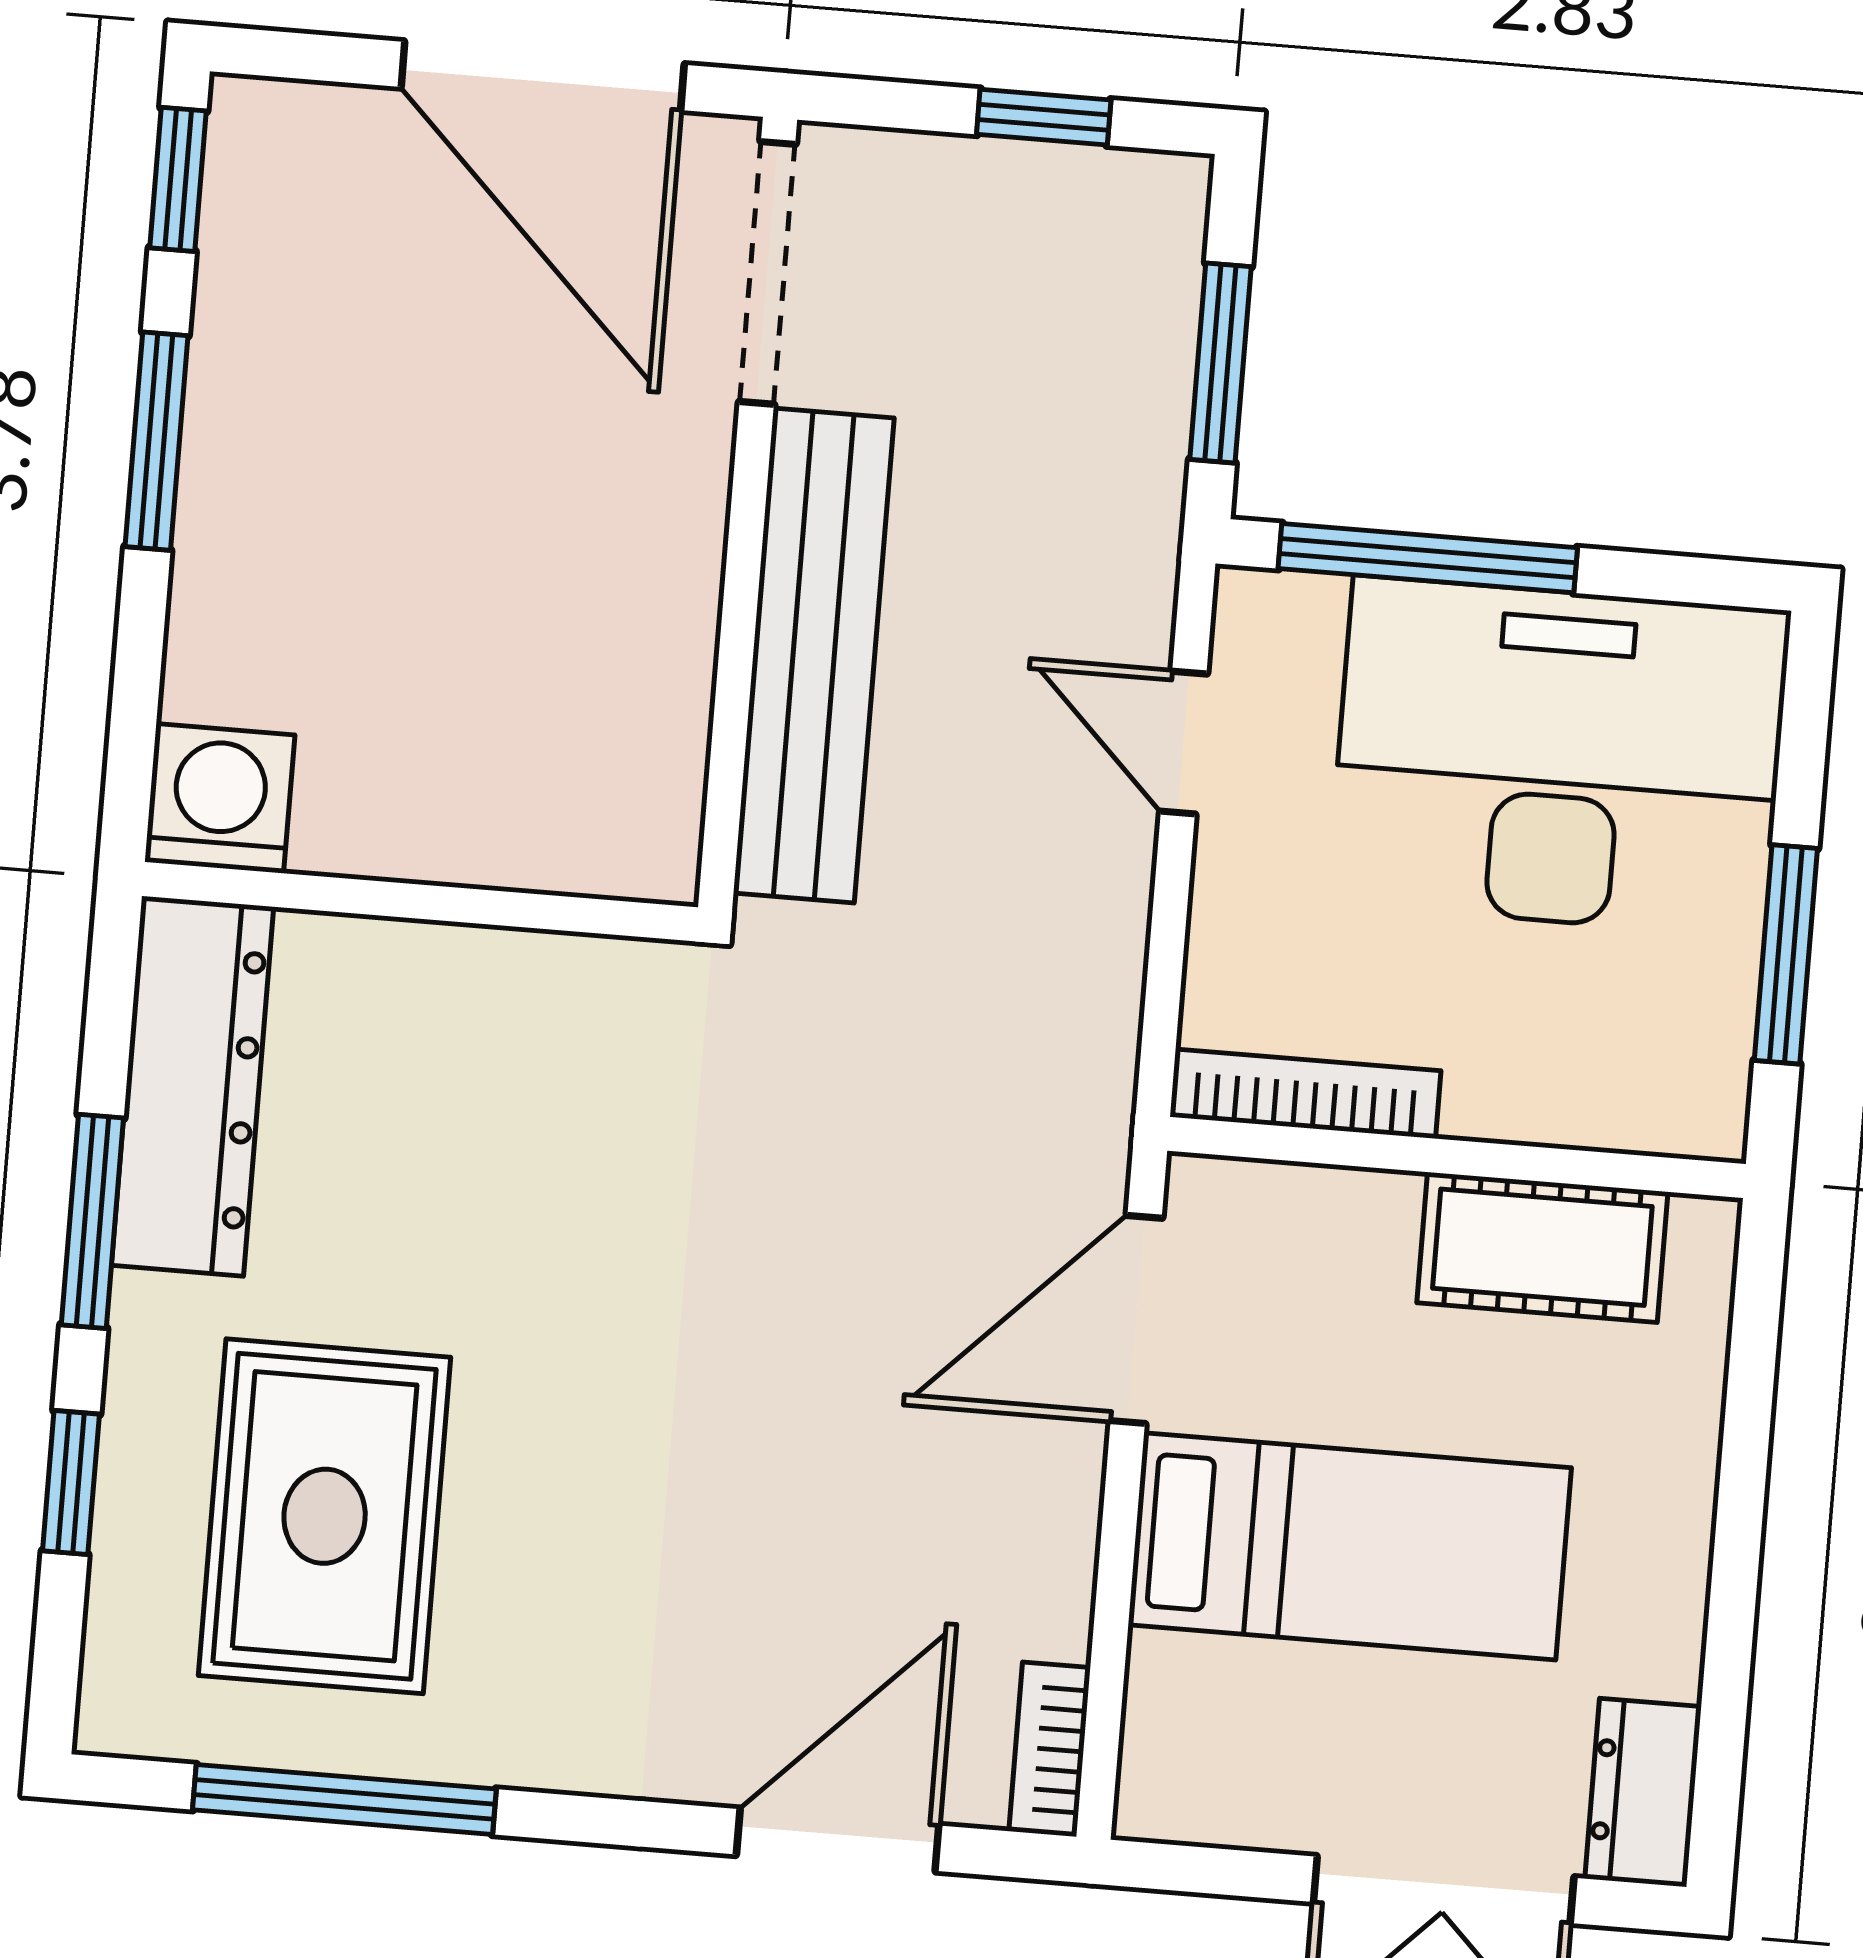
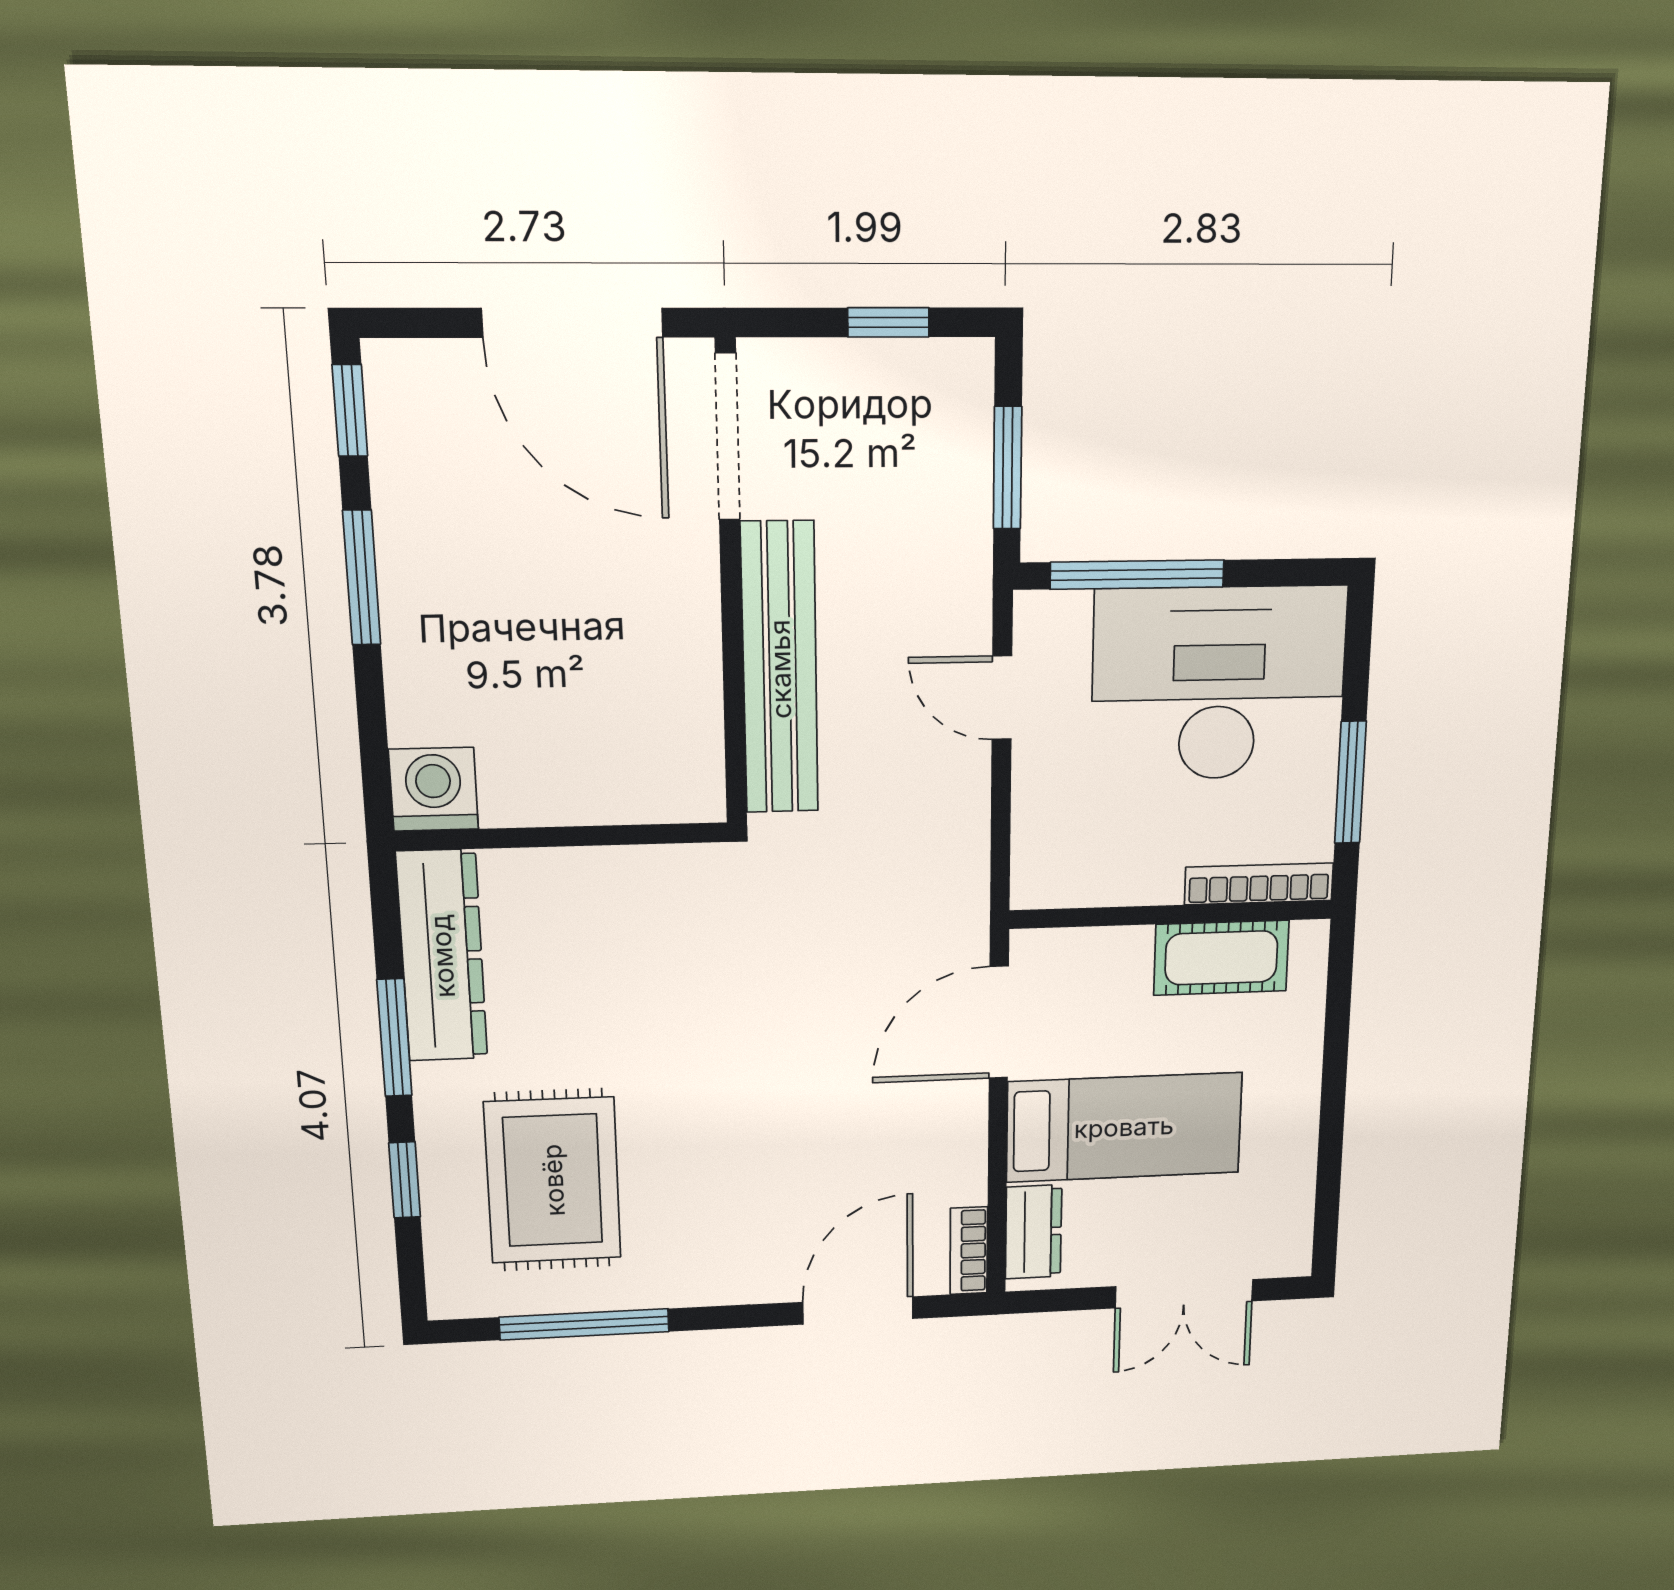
bookcase: (1305, 1094) -> (1259, 884), moved
dresser: (1643, 1793) -> (1034, 1232), moved, turned 180

